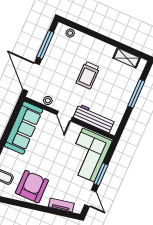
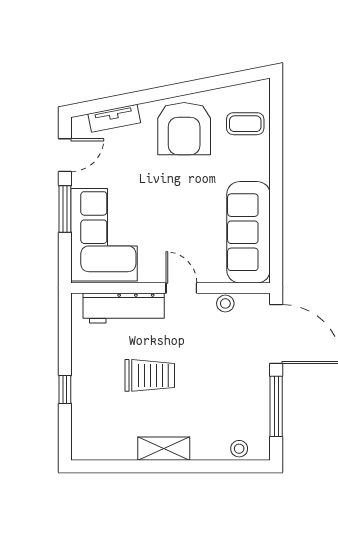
shelving: (127, 58) -> (164, 449), moved
trolley: (88, 75) -> (150, 375), moved, turned 90
window: (136, 94) -> (65, 390), width x0.46
door: (90, 198) -> (65, 155), swing flipped

